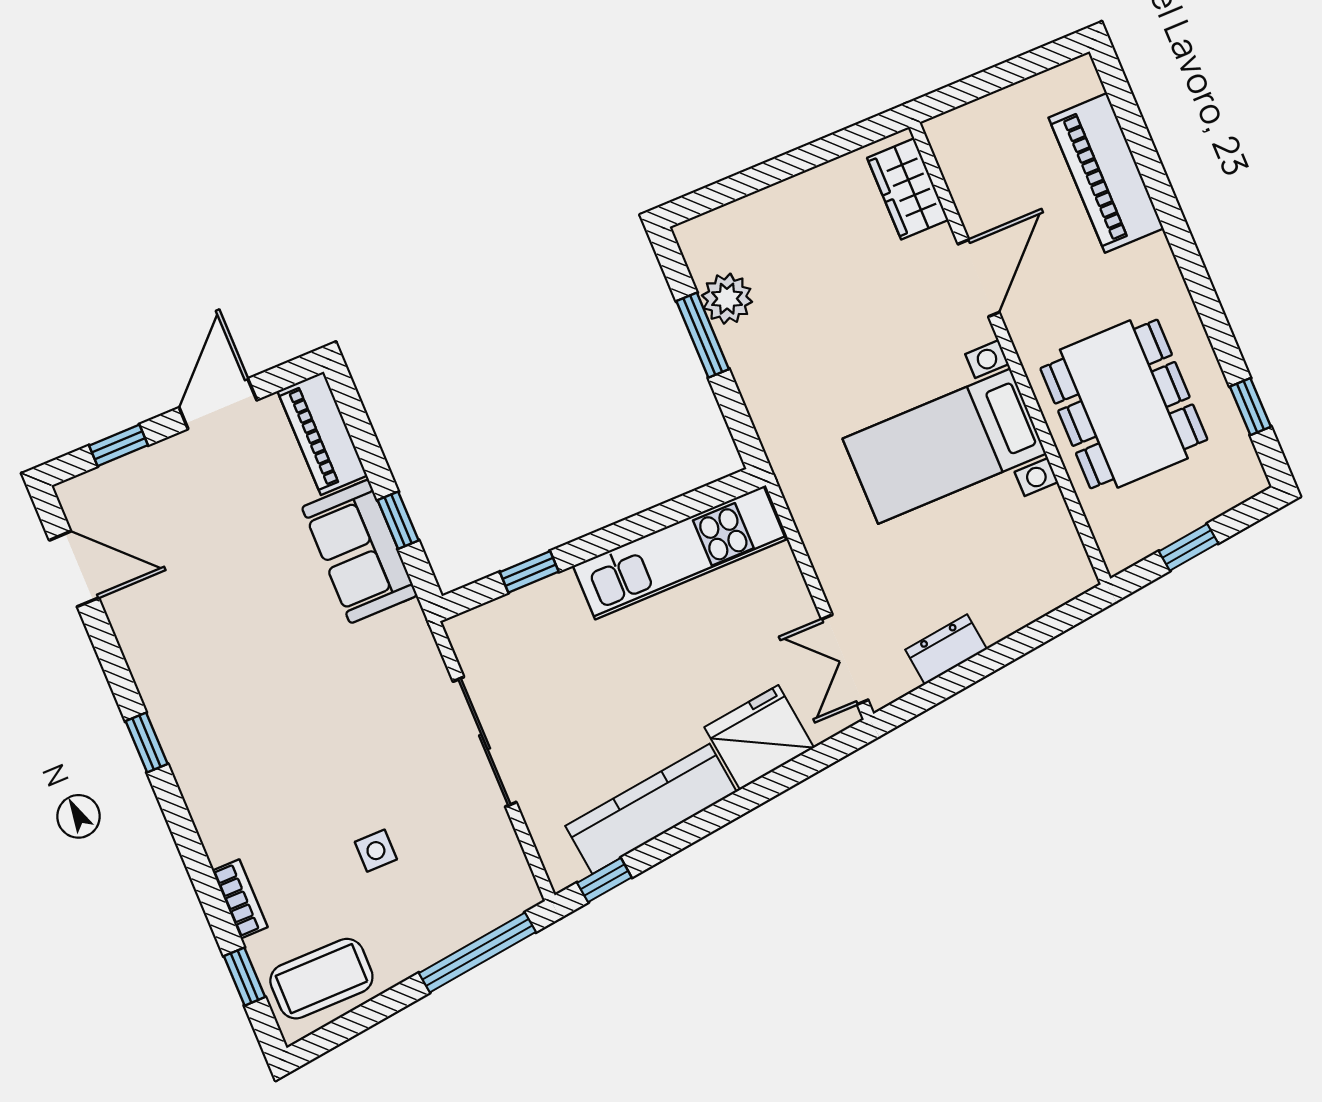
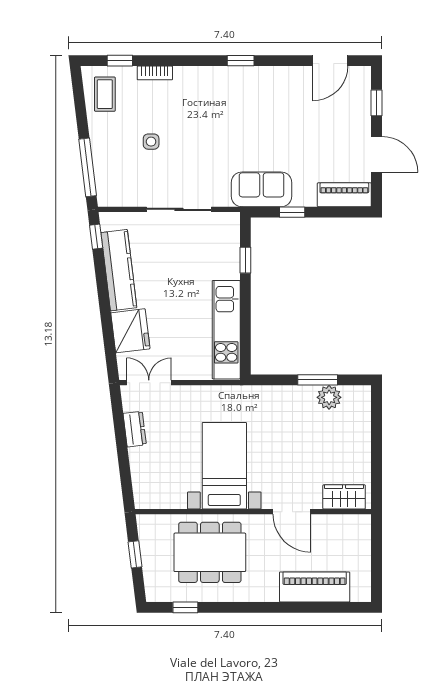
sofa: (359, 551) -> (261, 189), moved
coffee table: (321, 979) -> (105, 94), width x0.73, depth x0.77

